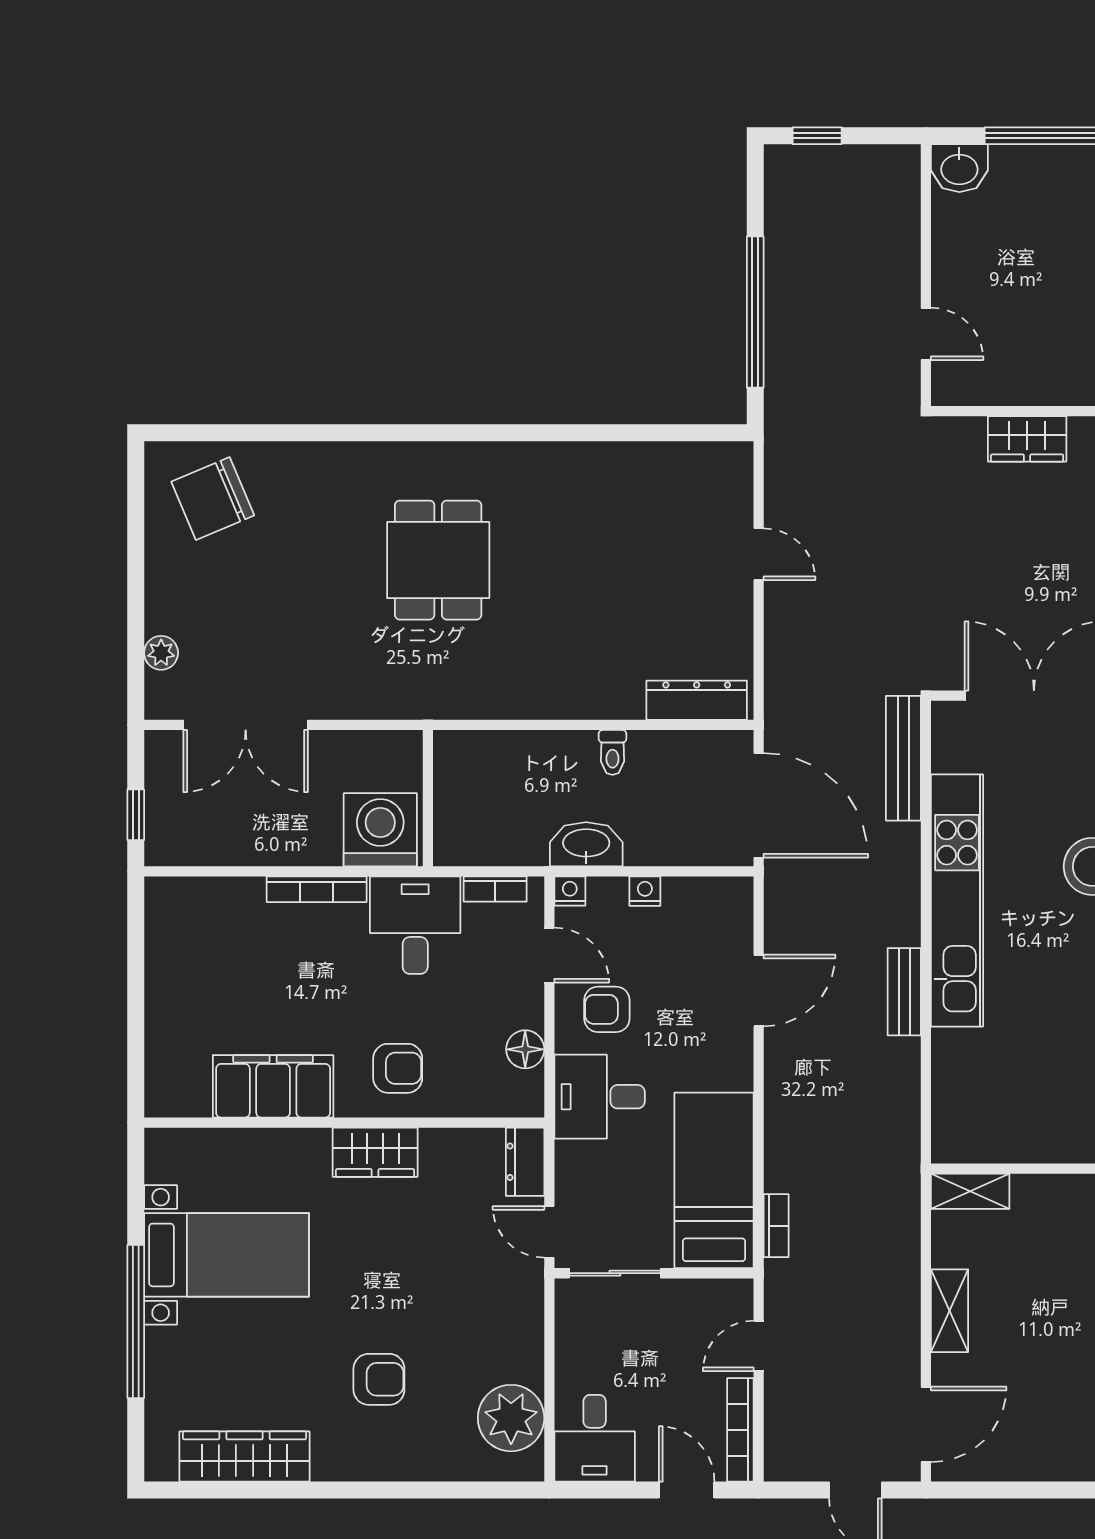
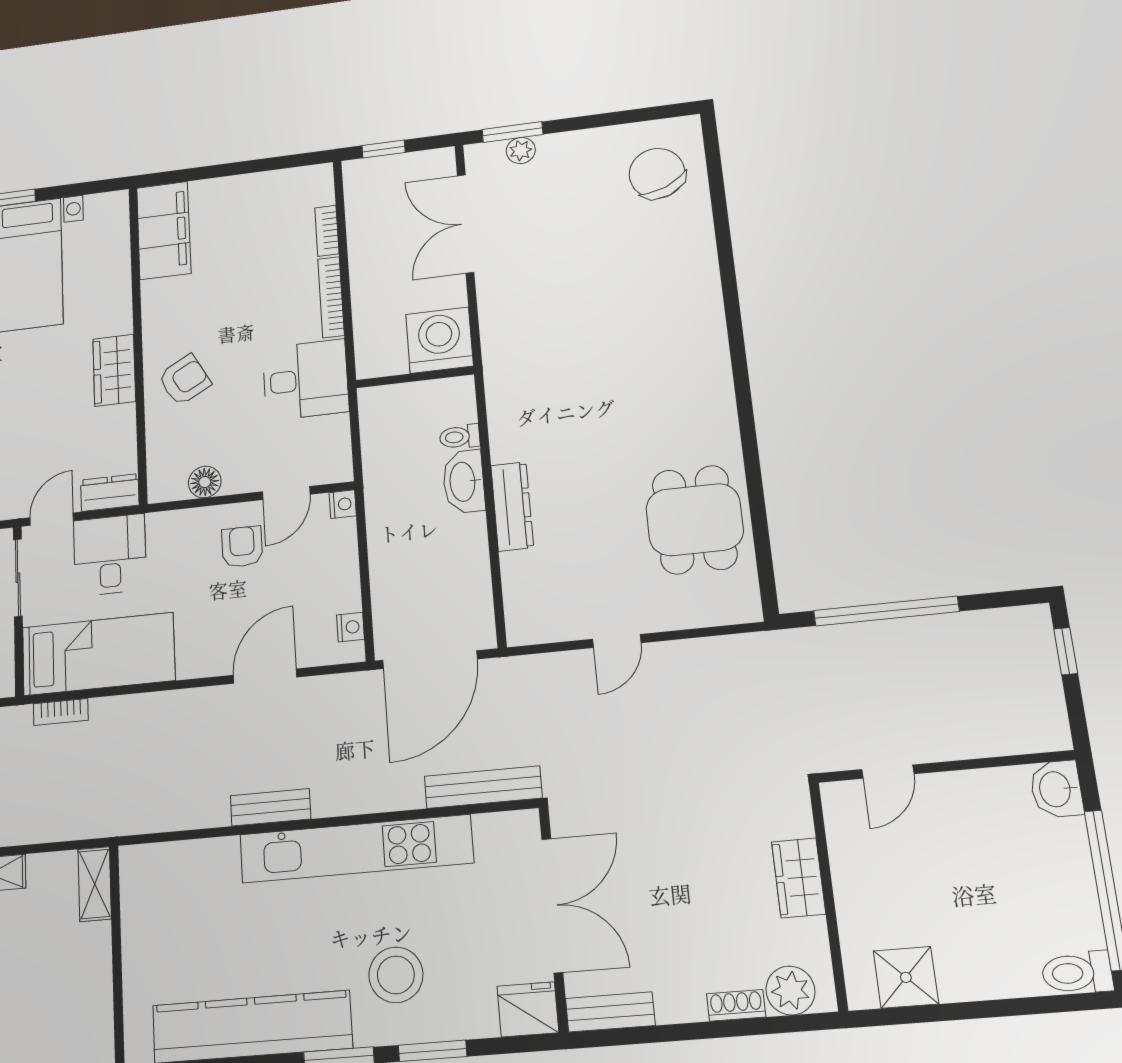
door: (759, 554) -> (617, 641), moved
dining table: (438, 560) -> (695, 520), moved, turned 90
window: (136, 660) -> (513, 132), added
dresser: (697, 700) -> (512, 506), moved
toilet: (612, 752) -> (460, 437), moved
washing machine: (380, 830) -> (439, 340), moved, turned -90
washbasin: (586, 844) -> (464, 482), moved, turned 180
bookcase: (495, 889) -> (327, 231), moved
nightstand: (645, 891) -> (350, 627), moved
door: (759, 990) -> (265, 676), swing flipped
armchair: (398, 1068) -> (184, 380), turned -119
filing cabinet: (273, 1086) -> (164, 230), moved
desk: (600, 1097) -> (110, 555), moved

